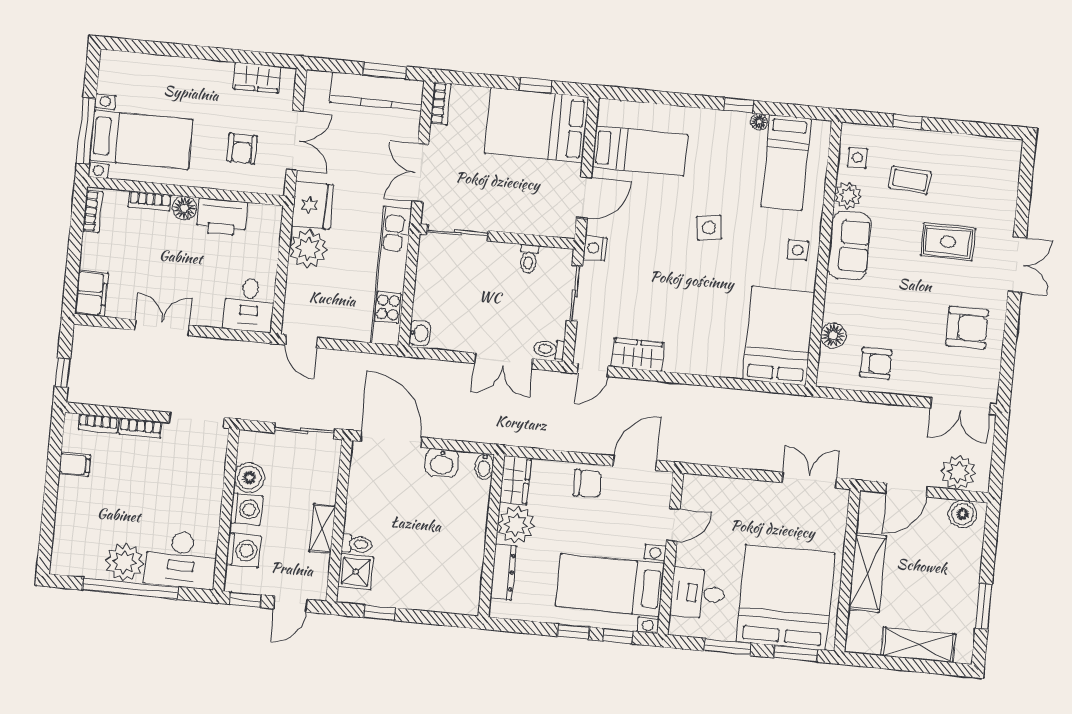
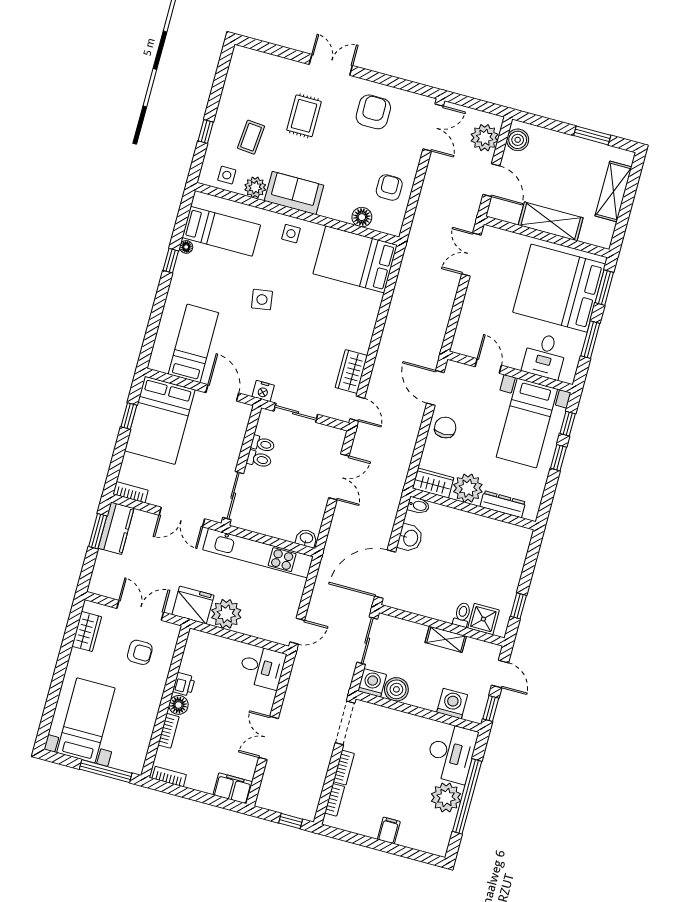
kitchen counter: (377, 91) -> (116, 528), width x0.67
bed with nightstands: (141, 140) -> (86, 720), moved
printer: (222, 217) -> (184, 684), width x0.53, depth x0.68
toilet: (549, 349) -> (259, 459), moved, turned -90
filing cabinet: (75, 464) -> (389, 830), moved
washing machine: (246, 509) -> (372, 683), moved

